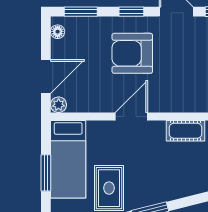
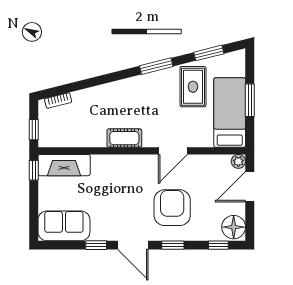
window: (81, 12) -> (218, 245), width x0.67
floor lamp: (58, 32) -> (234, 227), width x1.89, depth x1.89
armchair: (132, 53) -> (172, 208), turned -90

